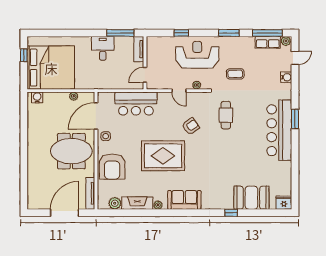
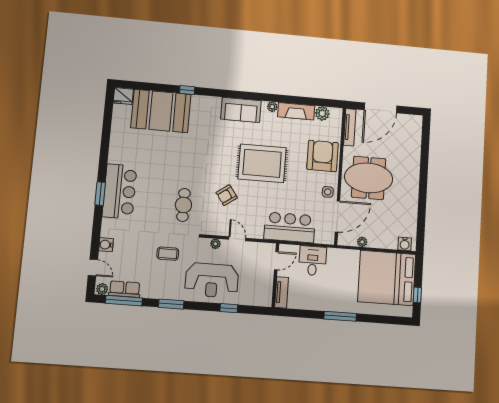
window: (120, 33) -> (340, 316), moved
desk: (103, 48) -> (313, 261), moved, turned 180
door: (295, 58) -> (93, 268), swing flipped
bar counter: (279, 130) -> (120, 191), width x0.73
booth: (251, 198) -> (161, 111), width x1.36, depth x1.42

